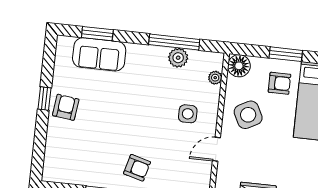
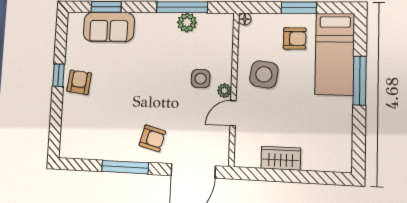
floor lamp: (239, 66) -> (245, 19), width x0.53, depth x0.53
plant: (215, 78) -> (224, 91), moved
side table: (248, 115) -> (264, 74), turned 36

